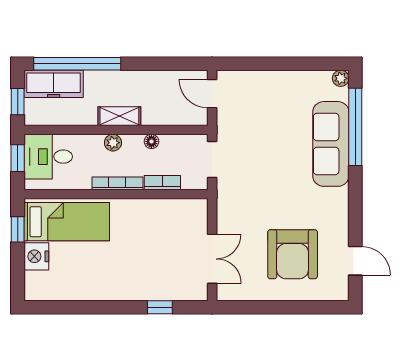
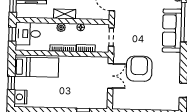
window: (18, 229) -> (11, 83), moved
armchair: (293, 254) -> (139, 69), moved, turned 180
nightstand: (36, 256) -> (20, 97), moved
double door: (212, 259) -> (110, 76), moved

